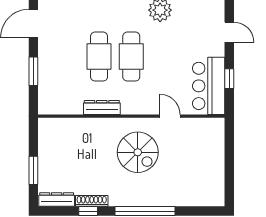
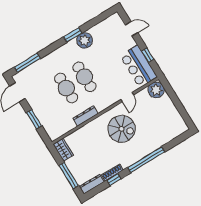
door: (170, 116) -> (127, 97), swing flipped
plant: (213, 130) -> (156, 90), added
wardrobe: (47, 133) -> (63, 150), added
window: (33, 170) -> (69, 176), width x1.44

